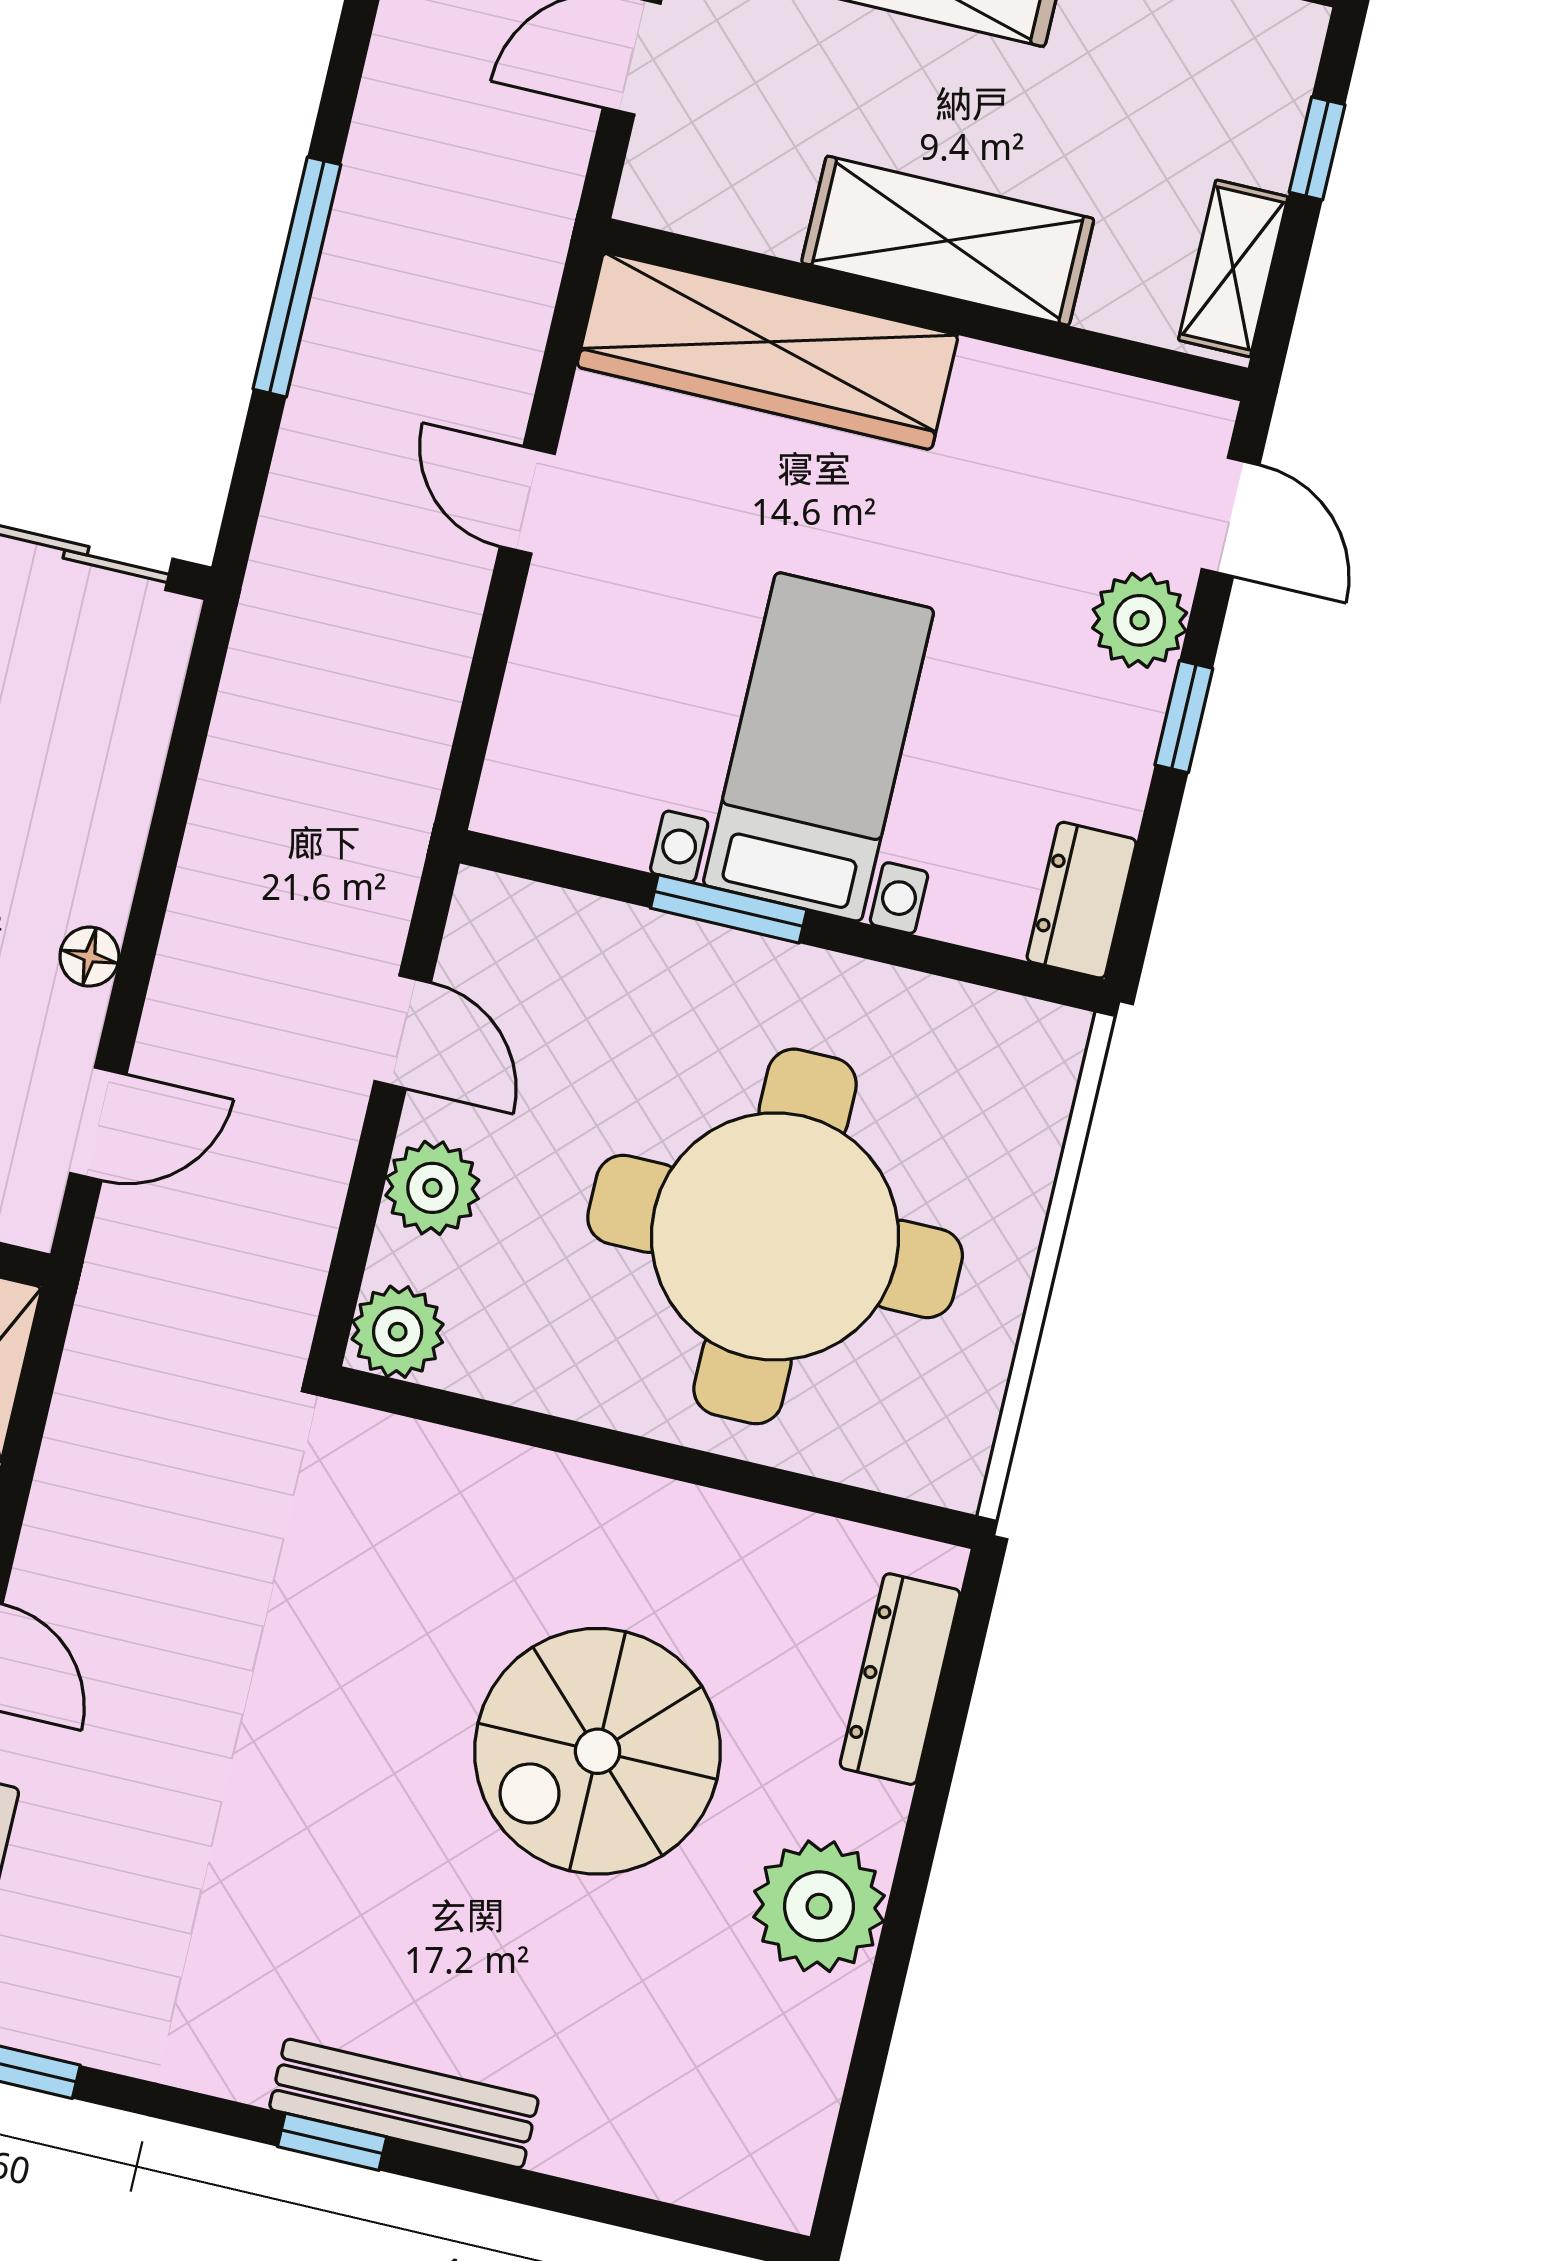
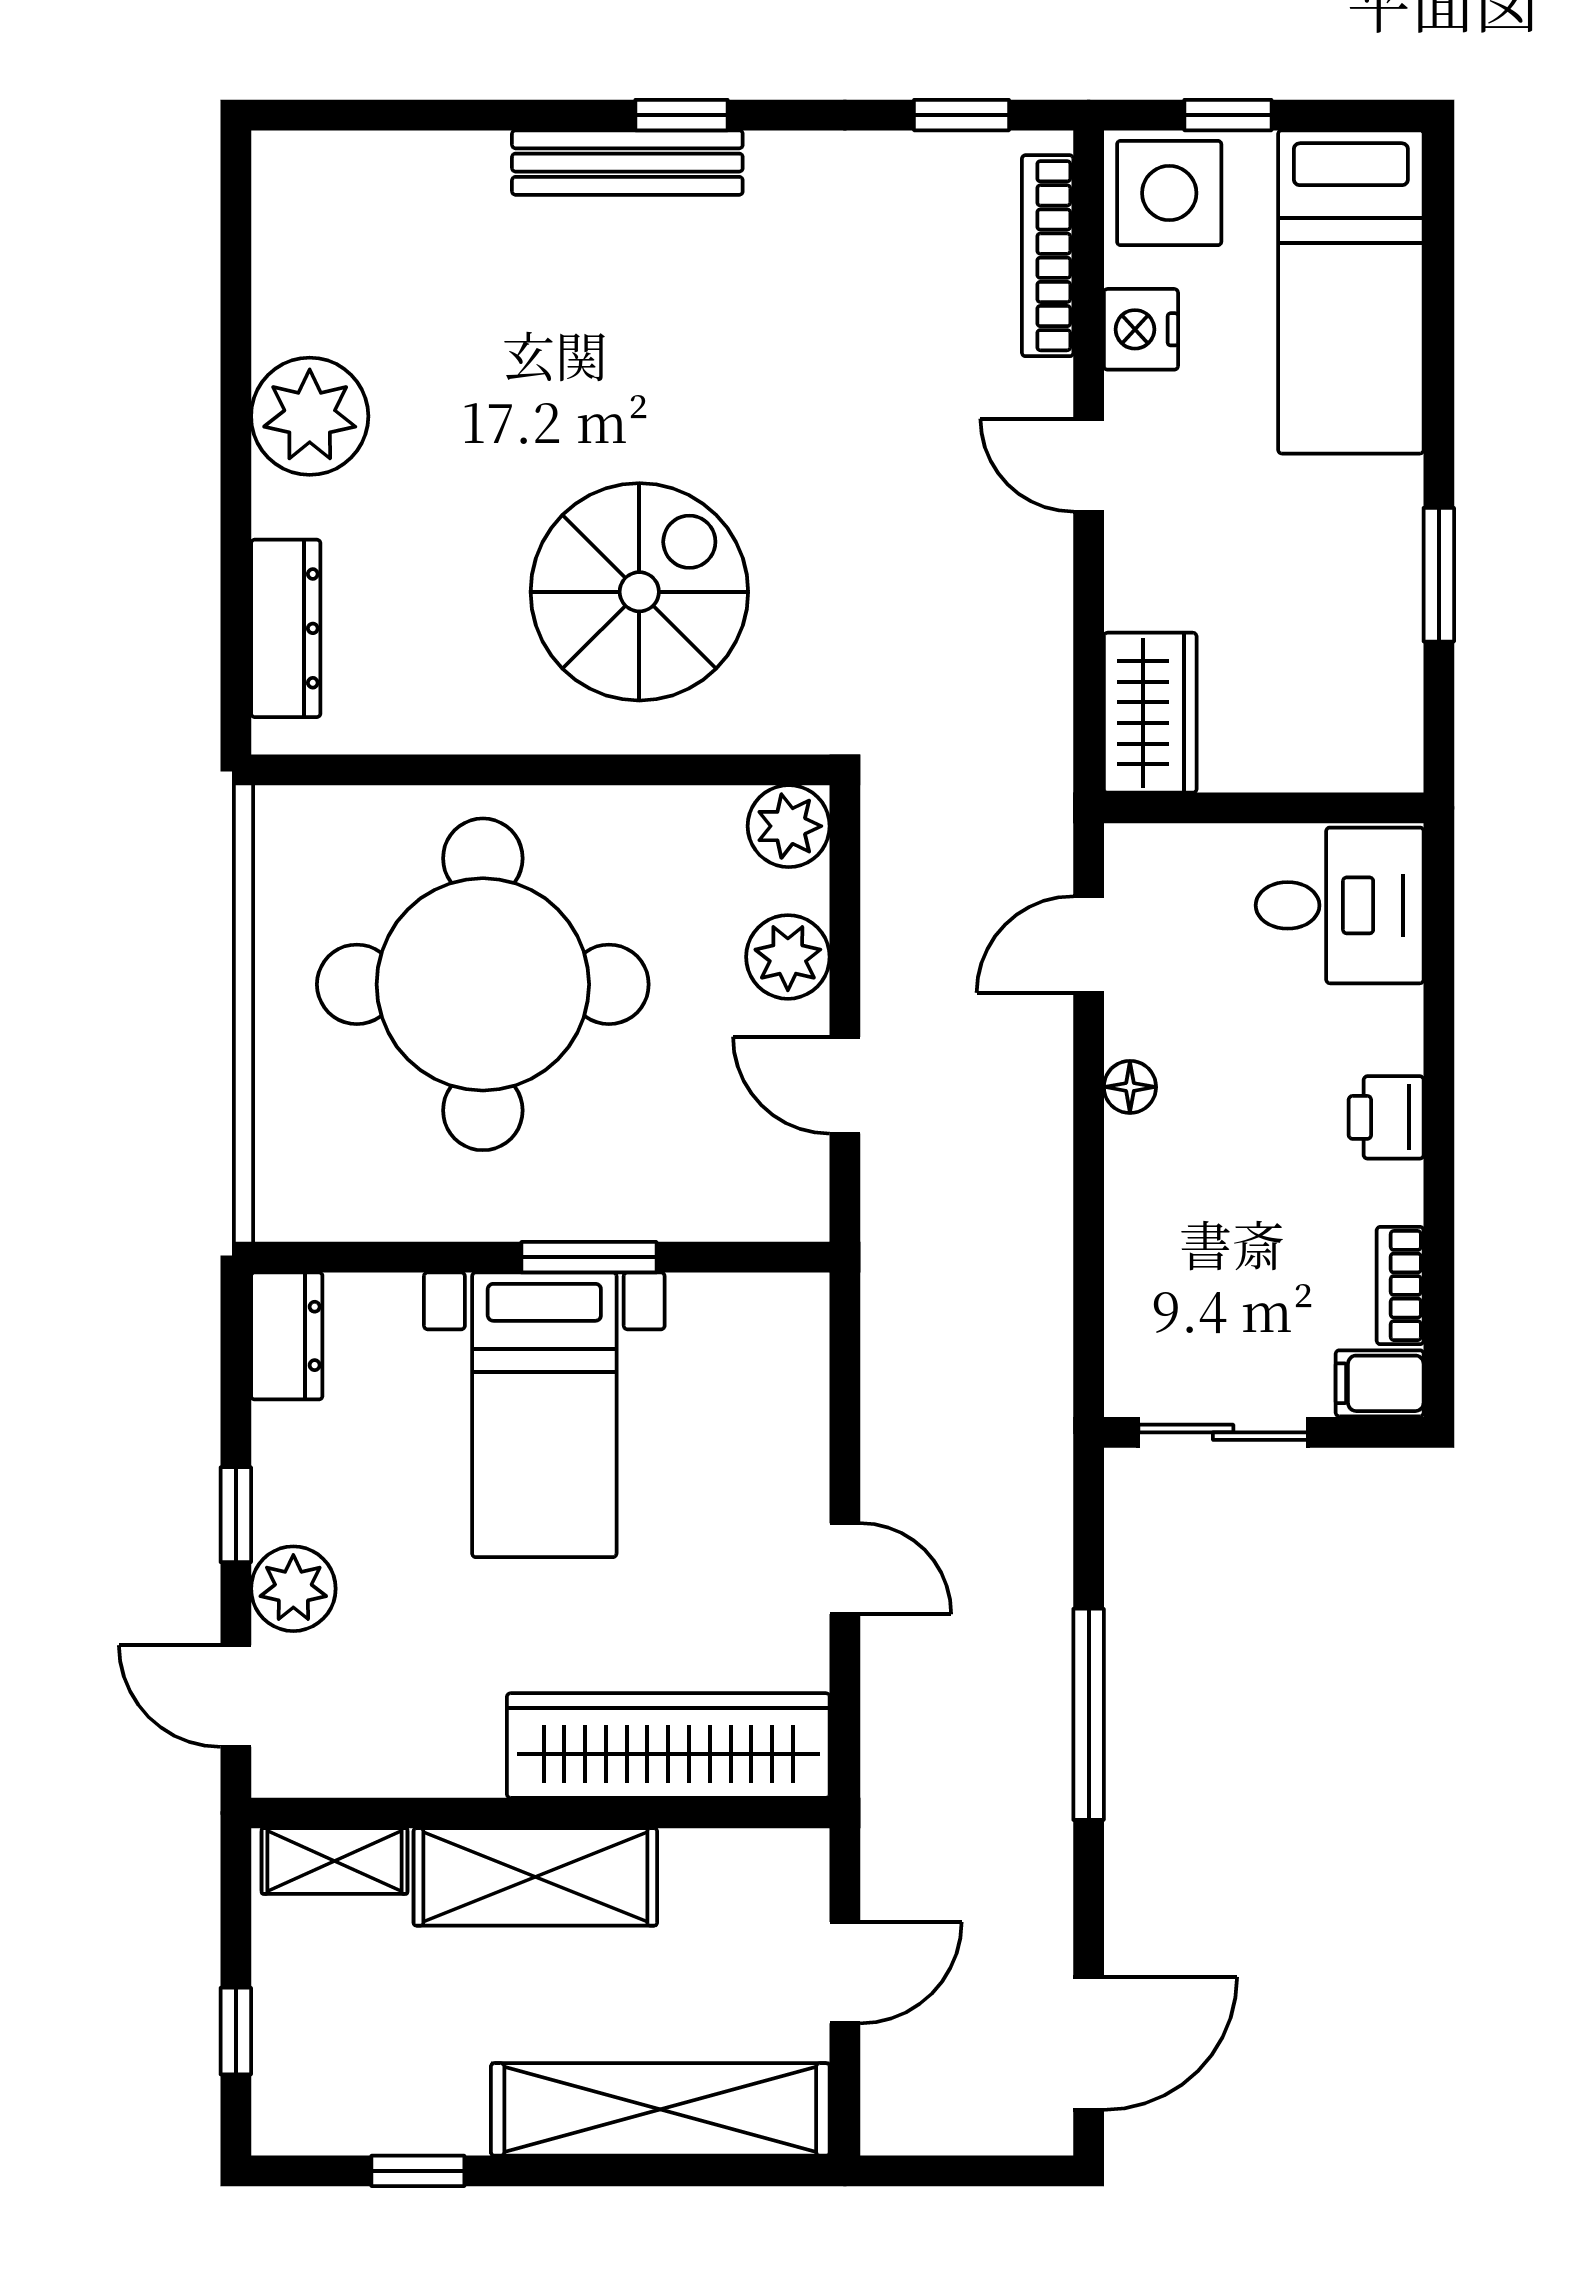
shelving: (1233, 268) -> (335, 1861), moved, turned 90
spiral stairs: (598, 1751) -> (639, 592), moved

